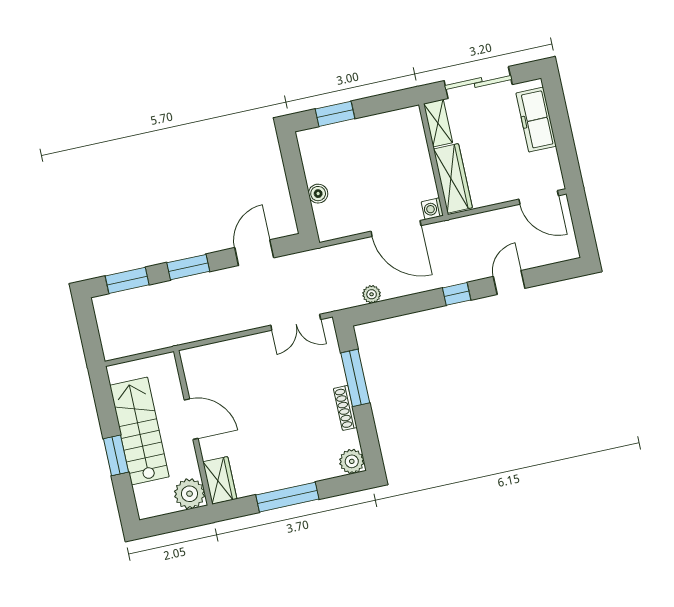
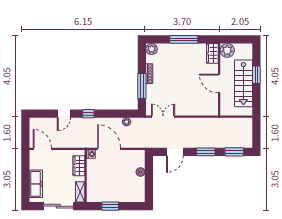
window: (335, 114) -> (110, 206), moved
wardrobe: (453, 178) -> (79, 166), width x0.67

